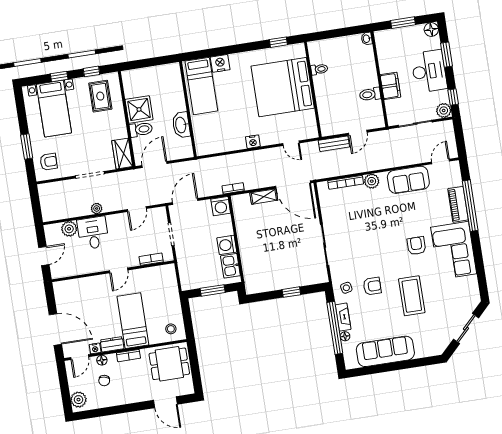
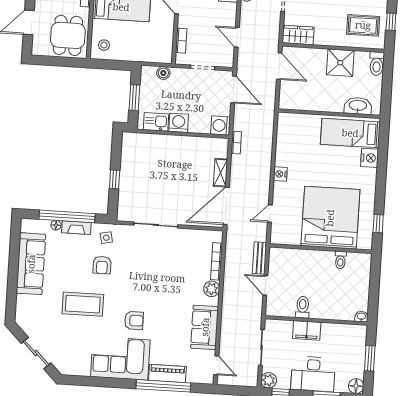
washbasin: (181, 125) -> (358, 106), moved
toilet: (141, 129) -> (377, 64), moved
boiler: (184, 269) -> (163, 73), added

